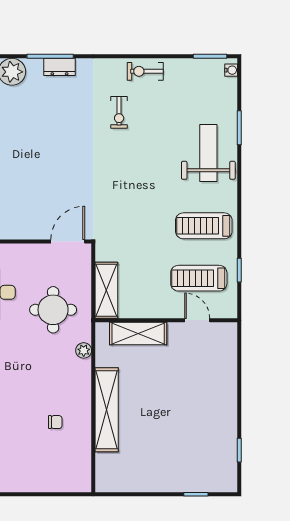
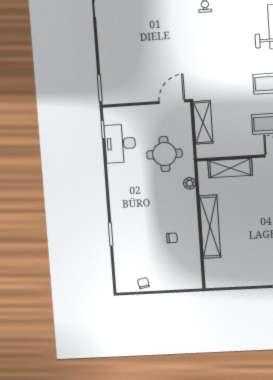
shelving: (106, 290) -> (203, 122), moved
chair: (13, 481) -> (143, 283), added

